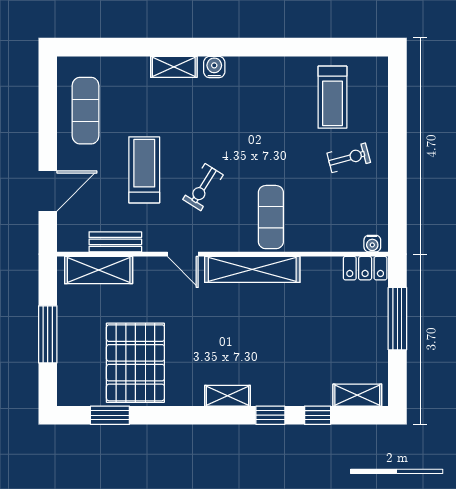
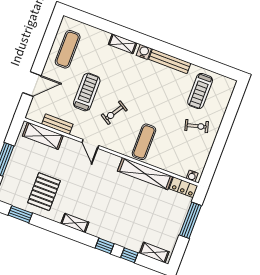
bench: (263, 67) -> (170, 61), added
shelving: (252, 269) -> (145, 174), moved
pallet: (135, 363) -> (44, 192), width x0.73, depth x0.71
shelving: (227, 396) -> (75, 223), moved

